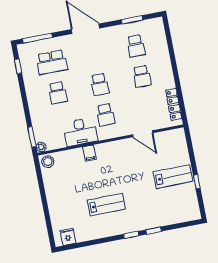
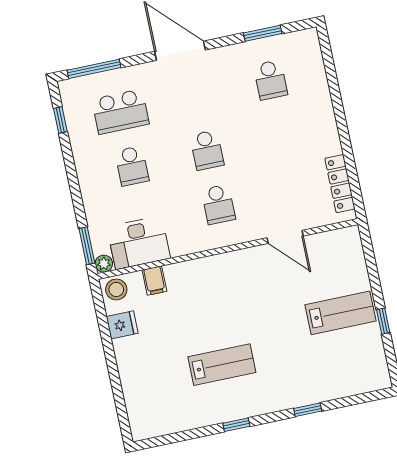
school desk: (142, 76) -> (282, 134), removed
desk: (80, 132) -> (139, 243), moved
filing cabinet: (89, 153) -> (154, 281), moved
window: (131, 235) -> (236, 425), moved
fridge: (68, 237) -> (122, 325), moved, turned 90

